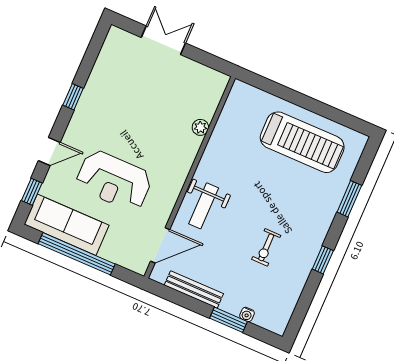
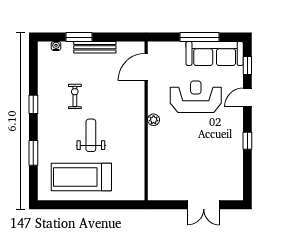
plant: (200, 127) -> (154, 120), moved
weight bench: (204, 206) -> (91, 135), moved
window: (77, 254) -> (200, 37), width x0.68
bench: (194, 289) -> (95, 47), moved
water cooler: (247, 314) -> (56, 46), moved

